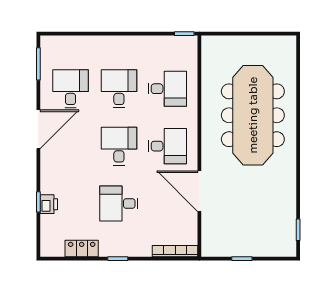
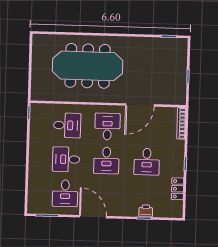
desk: (71, 89) -> (65, 193), turned -90
desk: (167, 89) -> (67, 125), turned 90
desk: (119, 146) -> (106, 160), turned -90

